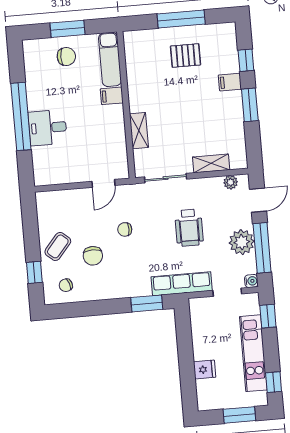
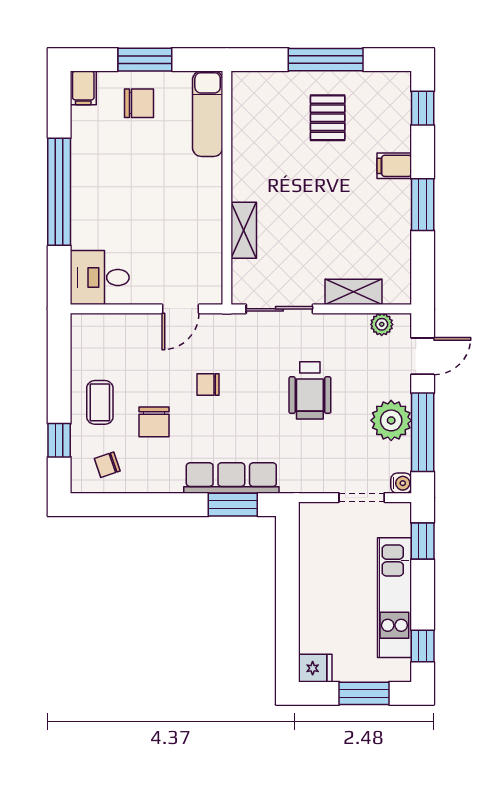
pallet: (185, 55) -> (328, 118), turned 90
window: (246, 60) -> (423, 108), moved
filing cabinet: (112, 96) -> (83, 88), moved, turned -90
desk: (48, 128) -> (100, 277), moved
coffee table: (58, 246) -> (100, 402), turned -40
row of seats: (182, 284) -> (231, 478), moved
fridge: (205, 369) -> (315, 668), moved

